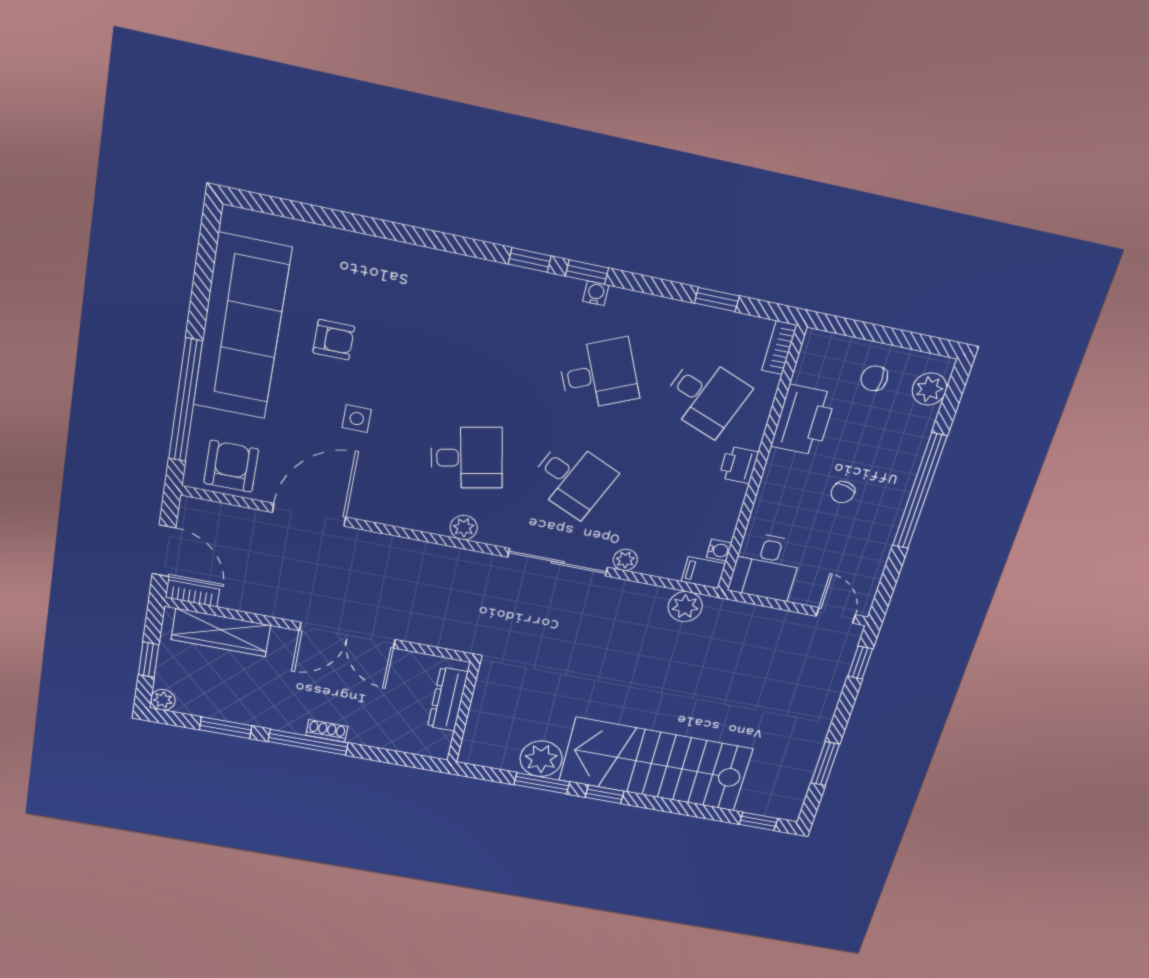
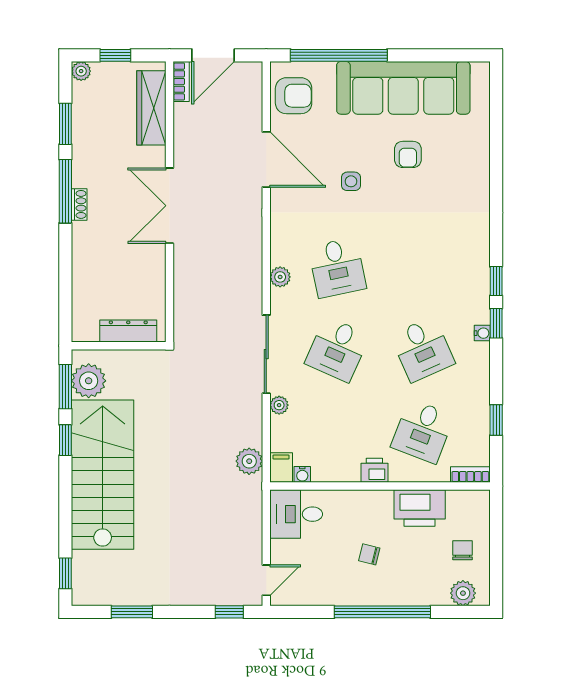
dresser: (448, 699) -> (128, 331), moved
wall: (463, 713) -> (119, 346), moved

